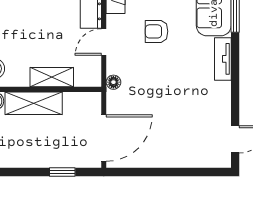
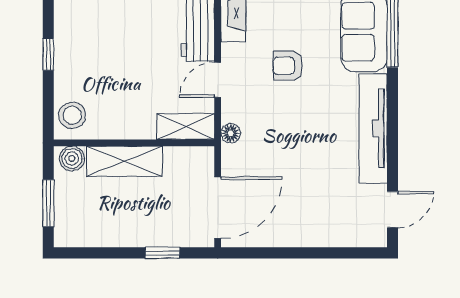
tv unit: (223, 59) -> (373, 129), width x1.92, depth x1.29
shelving: (52, 77) -> (186, 127), moved

